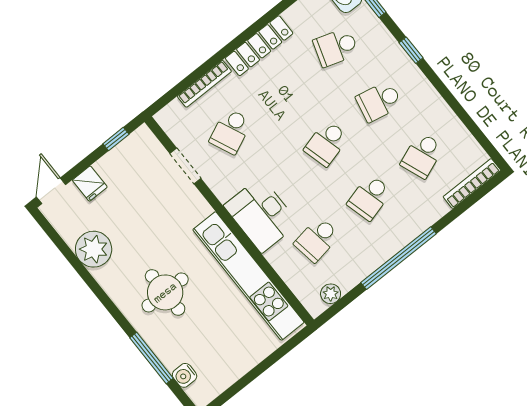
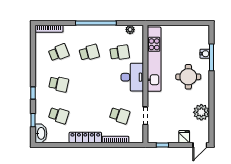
school desk: (231, 131) -> (120, 115), turned 42
school desk: (326, 143) -> (89, 84), removed
water cooler: (185, 375) -> (205, 54), moved

